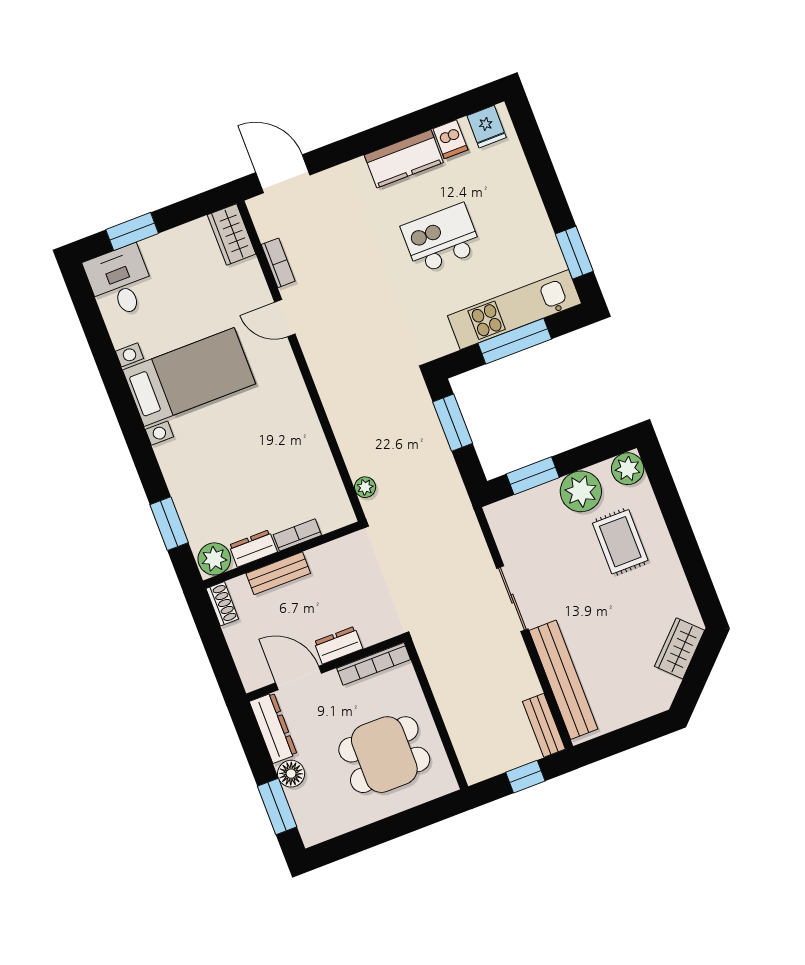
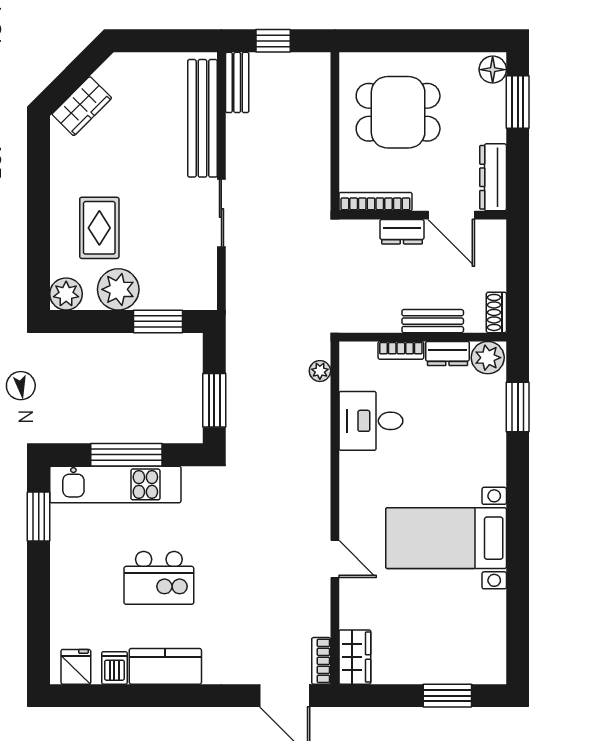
bookcase: (278, 263) -> (321, 661), moved
desk: (120, 282) -> (371, 421), moved, turned 90
floor lamp: (291, 774) -> (493, 70), moved

